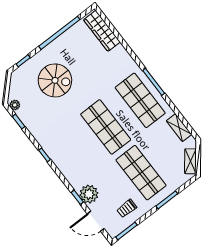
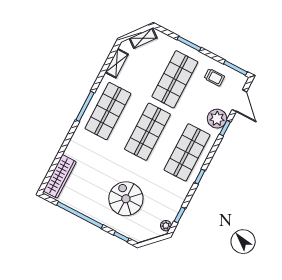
shop shelf: (71, 154) -> (187, 152), added

